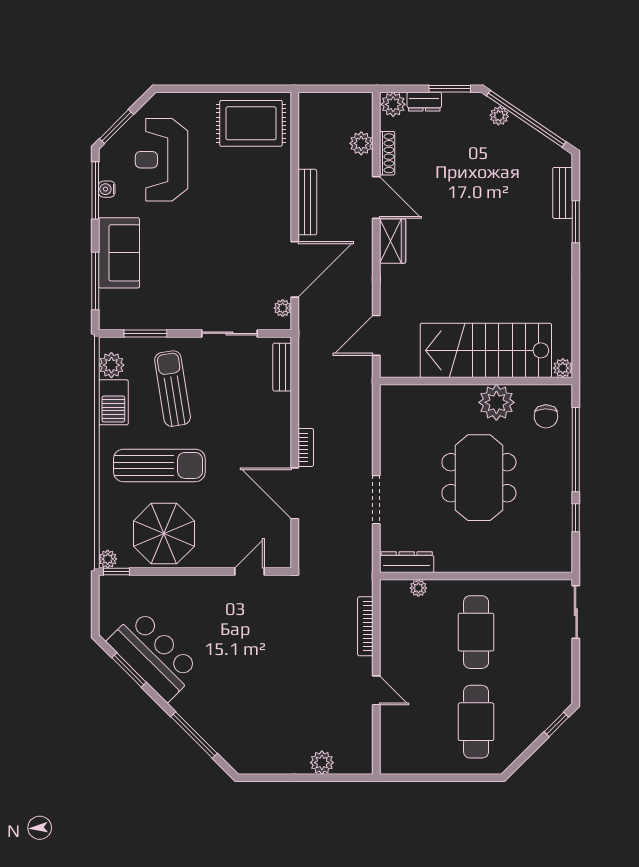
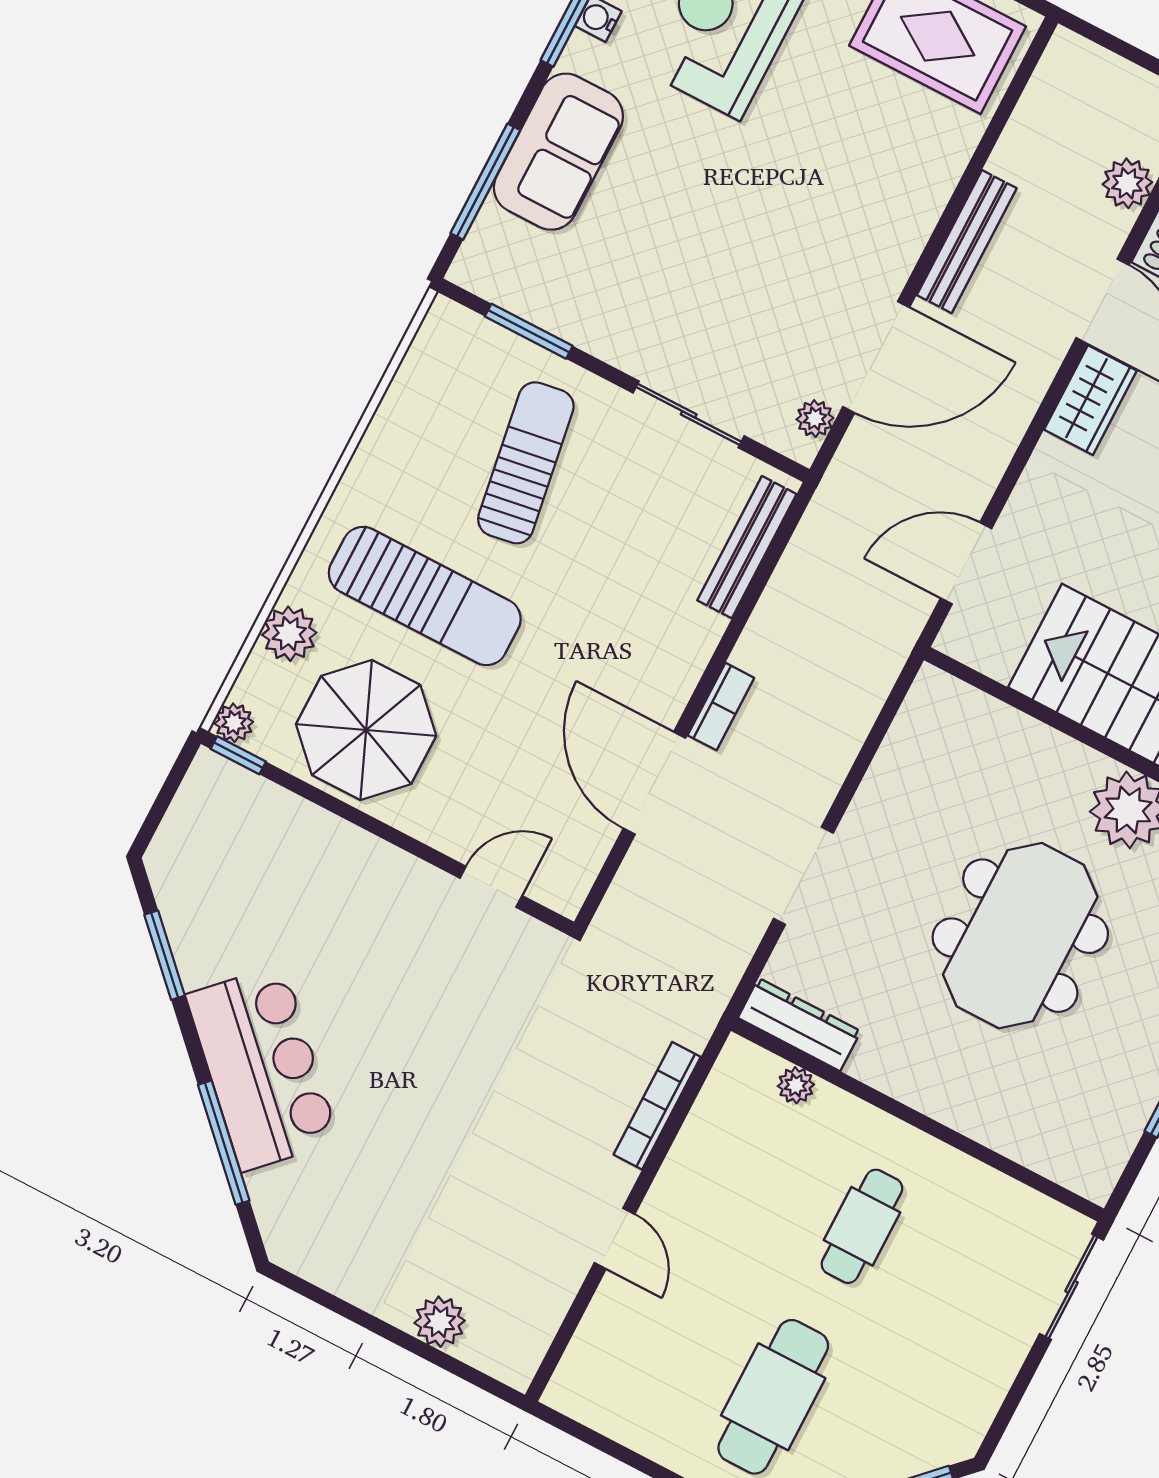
plant: (111, 365) -> (289, 634), moved
bench: (282, 367) -> (747, 547), width x1.36
barbecue: (113, 402) -> (400, 430), removed
cafe table: (476, 632) -> (862, 1226), width x0.73, depth x0.74
bar counter: (153, 655) -> (262, 1068), moved

